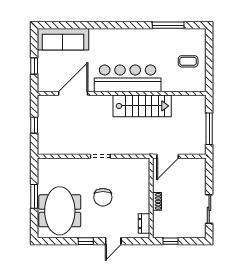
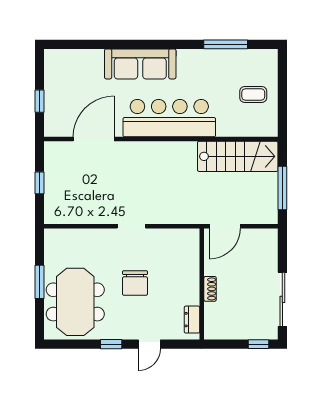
sofa: (63, 39) -> (140, 64), moved
stairs: (142, 106) -> (238, 156), moved
sliding door: (209, 209) -> (282, 299), width x1.37
window: (171, 241) -> (258, 344), moved

